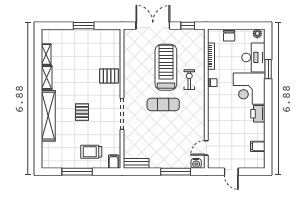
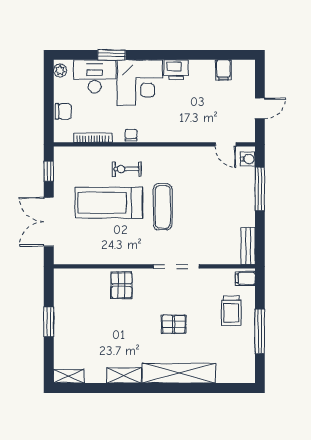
shelving: (46, 54) -> (69, 376), moved

